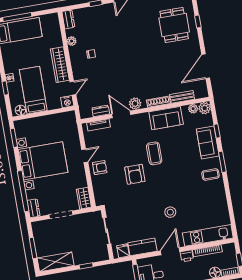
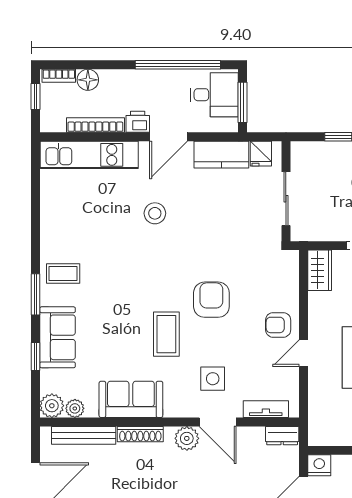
bench: (182, 97) -> (84, 435), width x1.36
dresser: (101, 111) -> (282, 436), moved
side table: (127, 135) -> (213, 379), added

